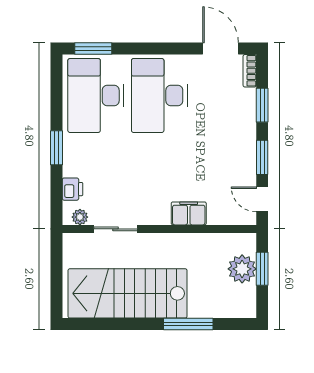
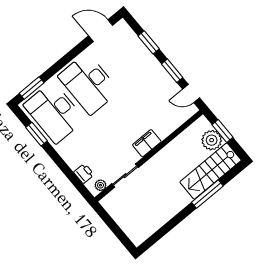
bookcase: (250, 71) -> (126, 29), removed
window: (57, 148) -> (36, 134), moved
filing cabinet: (189, 213) -> (147, 143), moved
stairs: (128, 293) -> (211, 171), moved, width x0.73, depth x0.66

